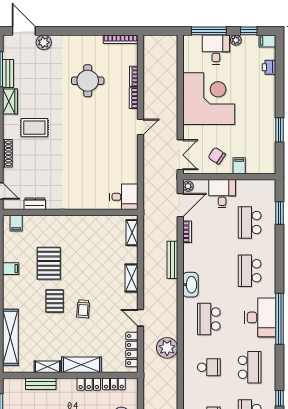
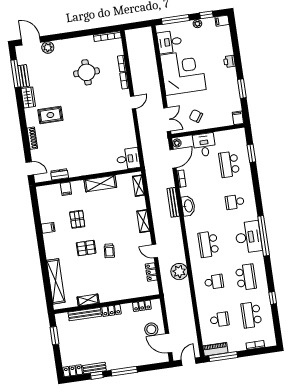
desk: (216, 50) -> (170, 42), moved, turned -90
printer: (269, 67) -> (229, 61), moved
filing cabinet: (239, 166) -> (238, 118), moved
filing cabinet: (16, 223) -> (66, 189), moved
pallet: (49, 263) -> (77, 219), width x0.67, depth x0.71
school desk: (250, 271) -> (235, 202), width x0.54
washbasin: (190, 285) -> (188, 206), moved
pallet: (55, 301) -> (86, 248), turned 90
locker: (132, 350) -> (151, 272), width x0.66
shelving: (81, 365) -> (100, 184), moved
bench: (41, 384) -> (85, 314), width x1.36
locker: (89, 384) -> (111, 310), moved

